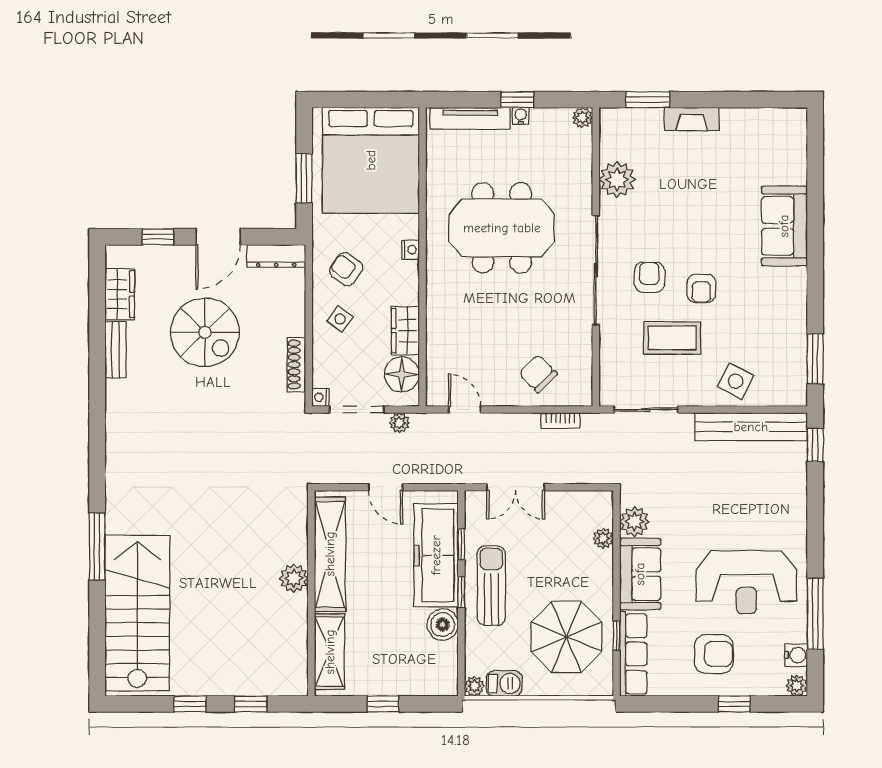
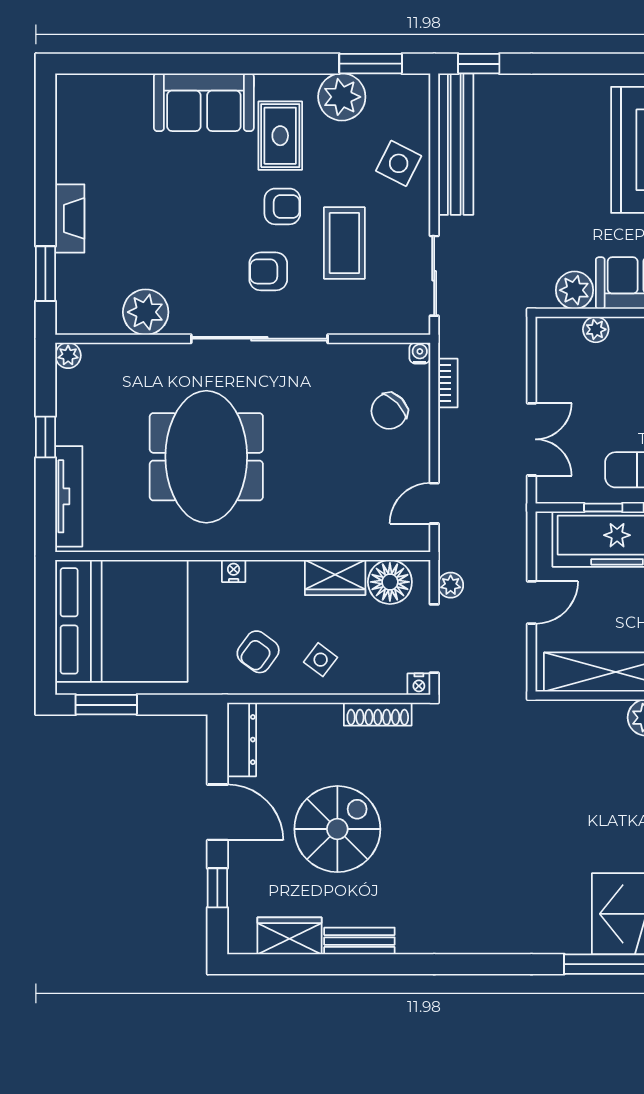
water cooler: (521, 116) -> (420, 353), moved, turned 90
window: (304, 178) -> (106, 705), moved
rug: (758, 287) -> (280, 136), added
plant: (789, 336) -> (342, 97), added

